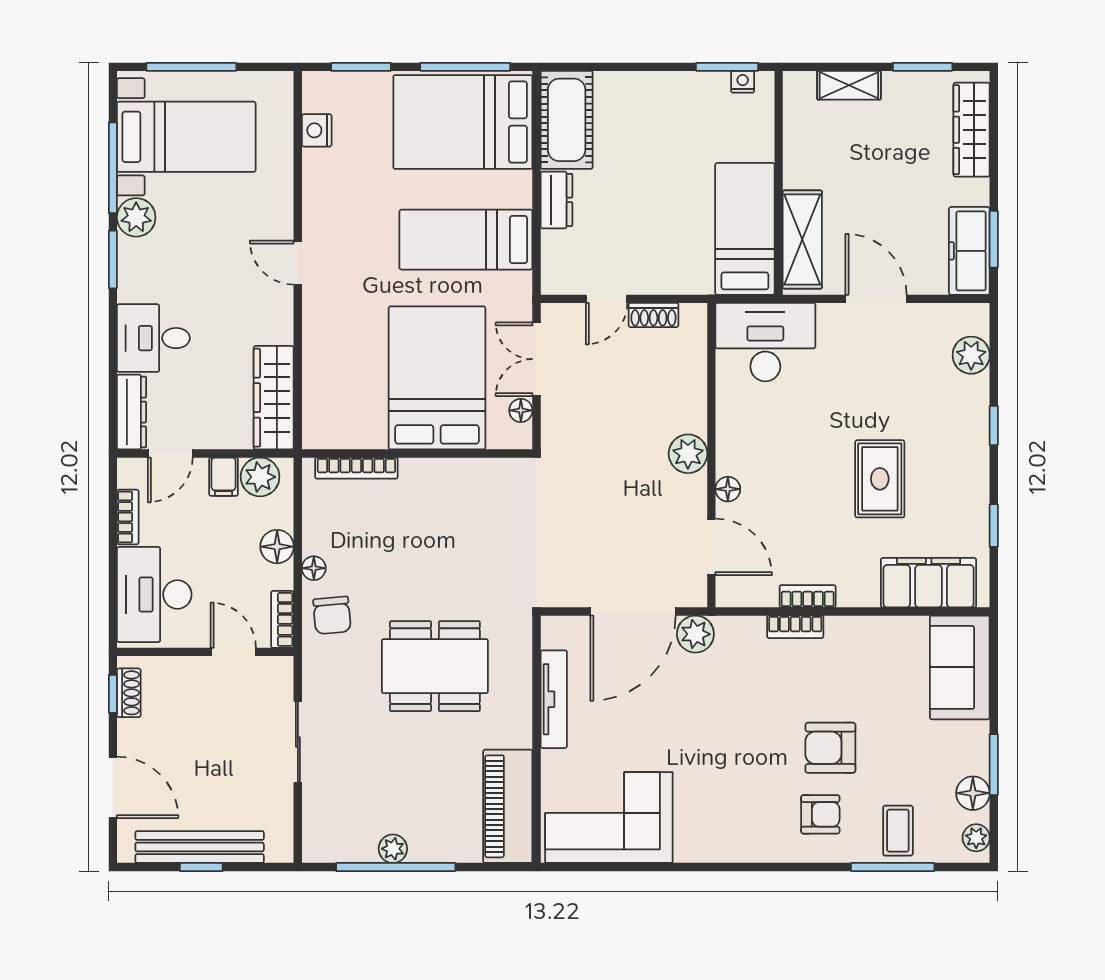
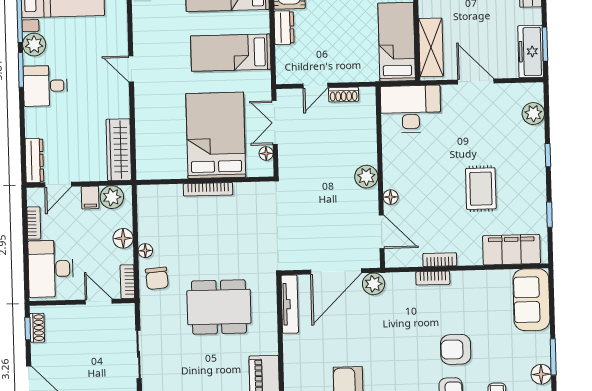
desk: (153, 338) -> (45, 86), moved
bookcase: (356, 468) -> (208, 189), moved
tv unit: (554, 699) -> (290, 304), moved

